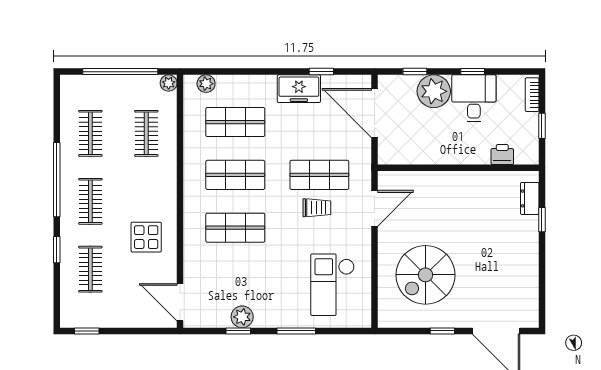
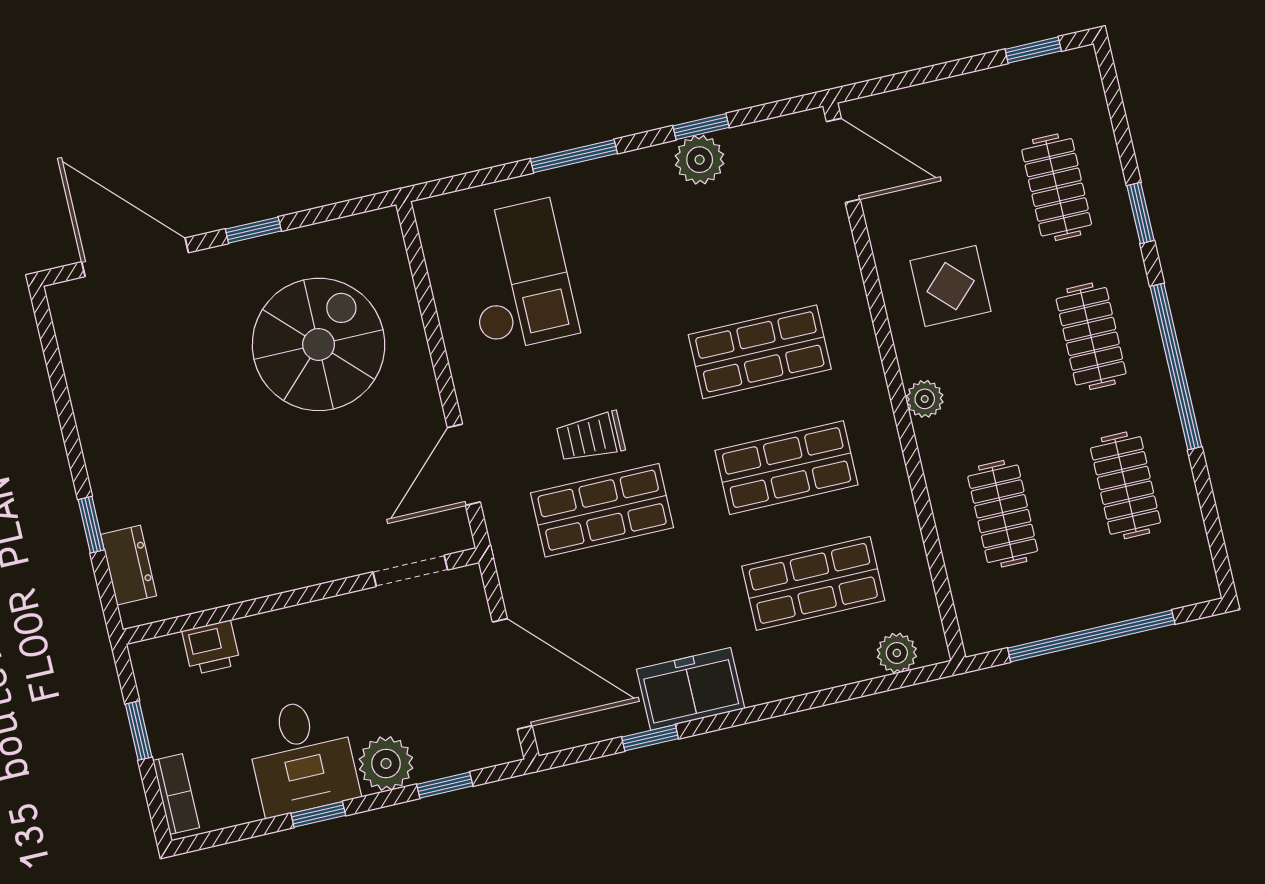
plant: (169, 83) -> (925, 399), moved
plant: (434, 91) -> (386, 764), width x0.73, depth x0.73
doorway: (408, 168) -> (410, 571), added

